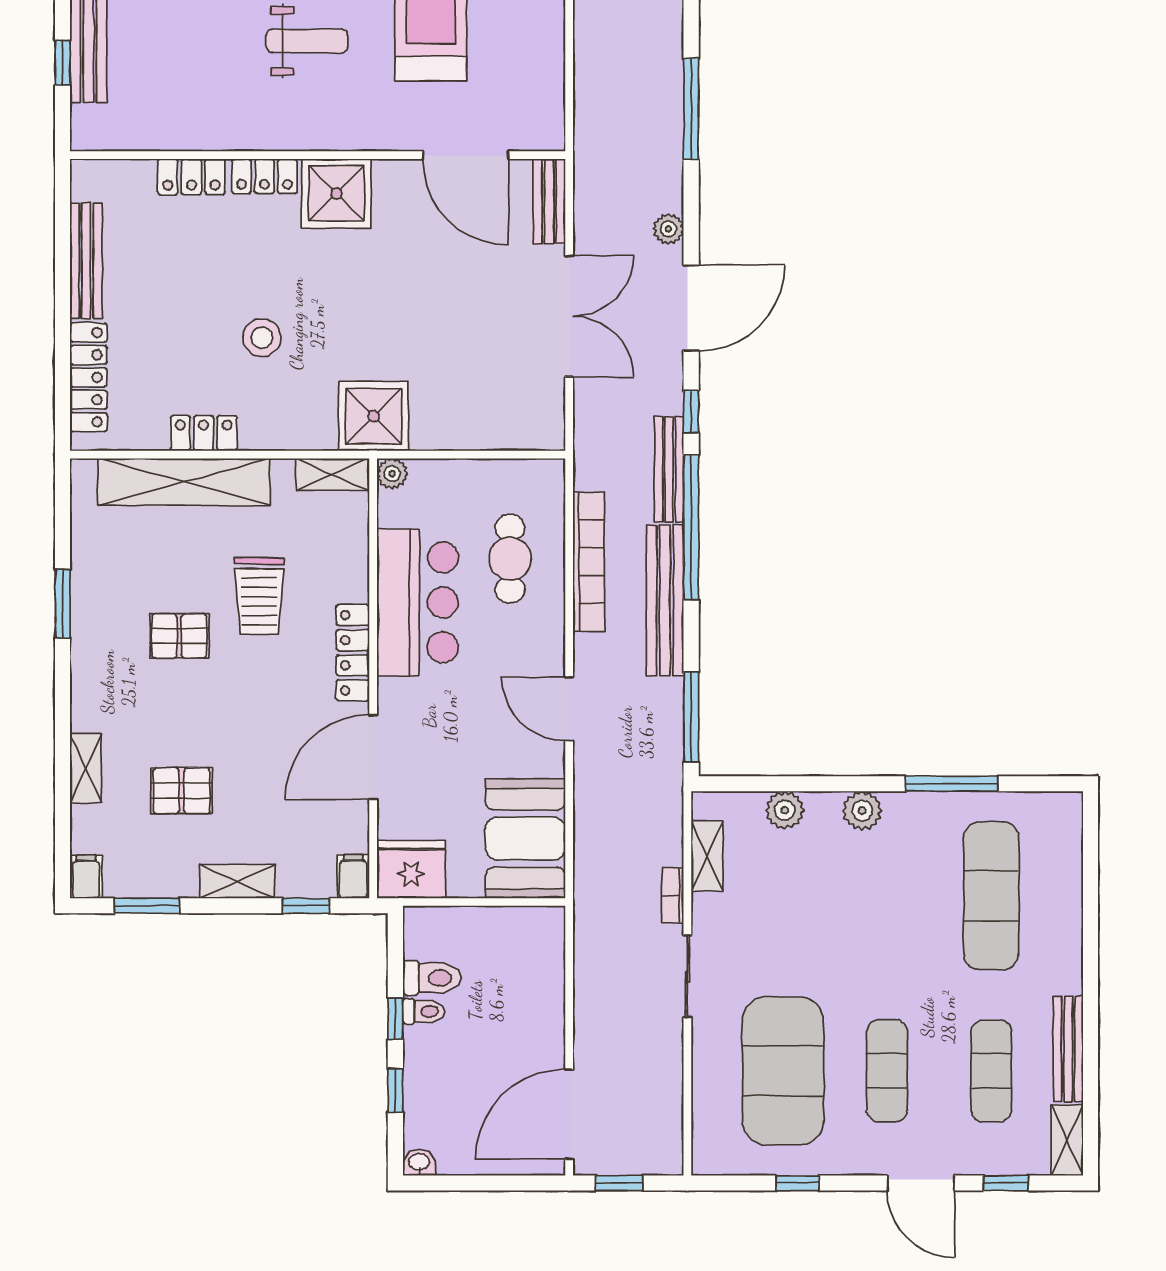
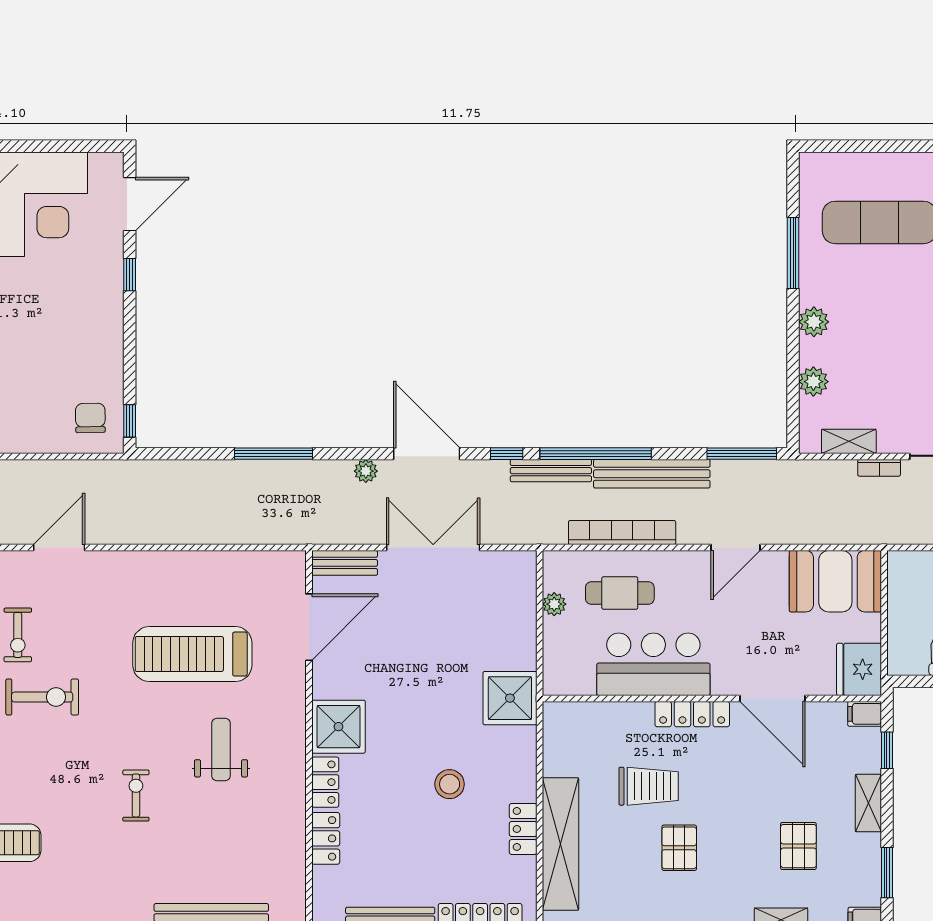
plant: (392, 474) -> (554, 604), moved
shelving: (332, 475) -> (555, 730), removed

